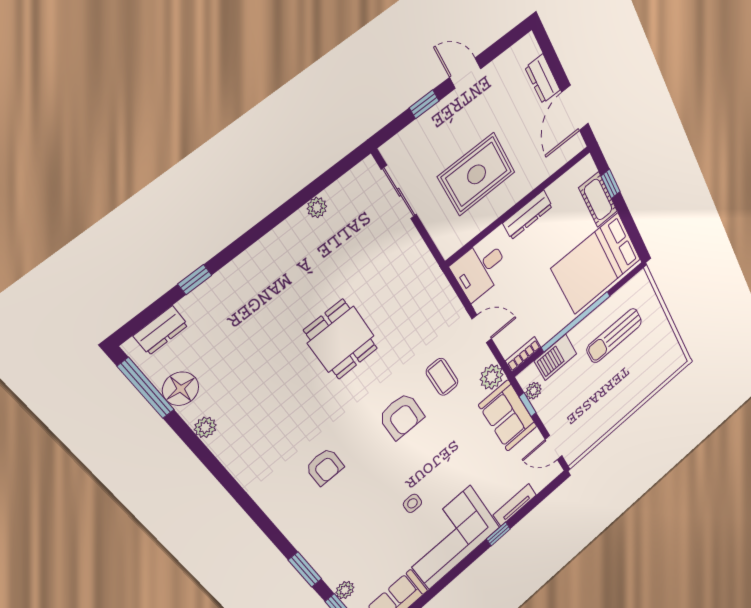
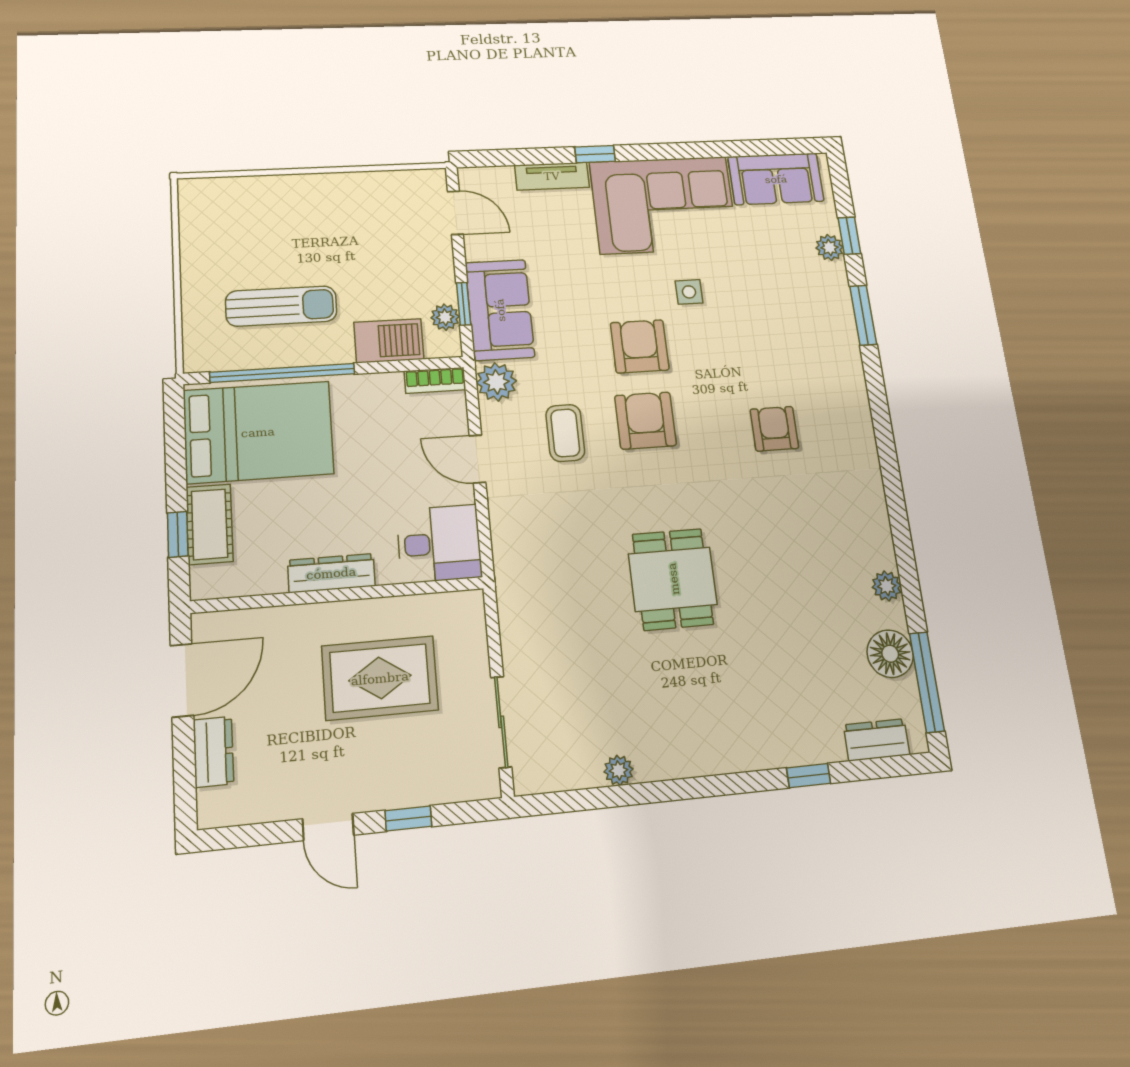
window: (576, 322) -> (282, 373), moved
armchair: (425, 453) -> (640, 346), added

